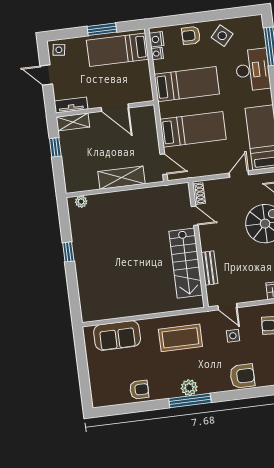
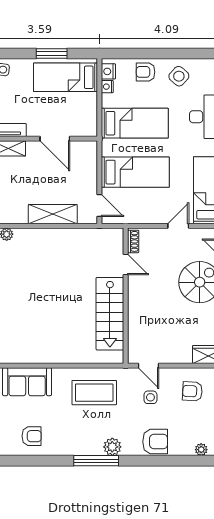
bench: (209, 268) -> (134, 322), removed
plant: (189, 388) -> (112, 447), moved
armchair: (139, 390) -> (32, 436), moved

